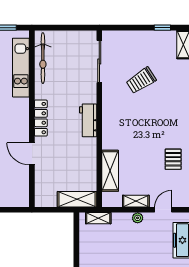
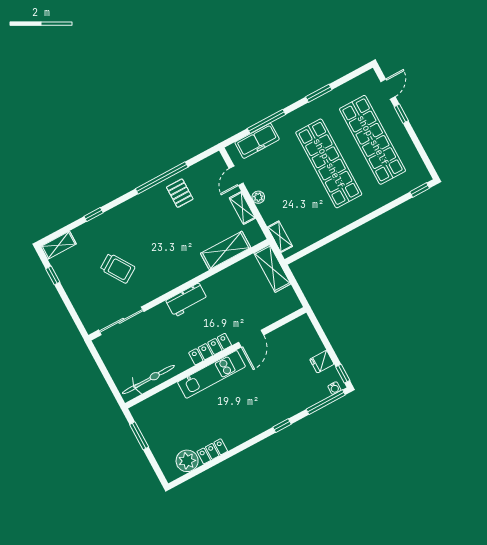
kitchen unit: (21, 68) -> (211, 374), moved
pallet: (173, 159) -> (180, 193), turned 90
door: (163, 210) -> (236, 176), hinge flipped

